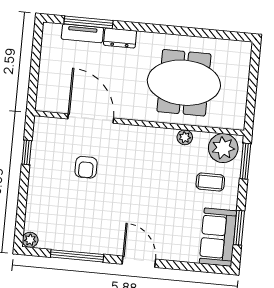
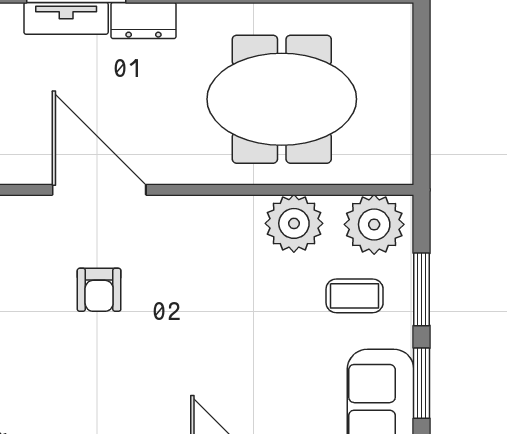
plant: (185, 137) -> (294, 223), width x1.87, depth x1.87
window: (245, 161) -> (422, 289), moved

